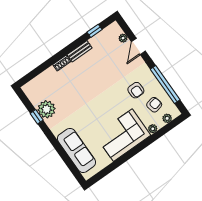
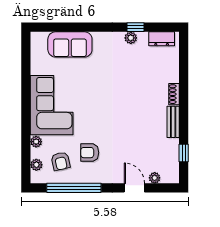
dresser: (32, 95) -> (162, 39), added
plant: (46, 109) -> (131, 38), width x0.53, depth x0.53
sofa: (77, 150) -> (70, 44), width x0.73

